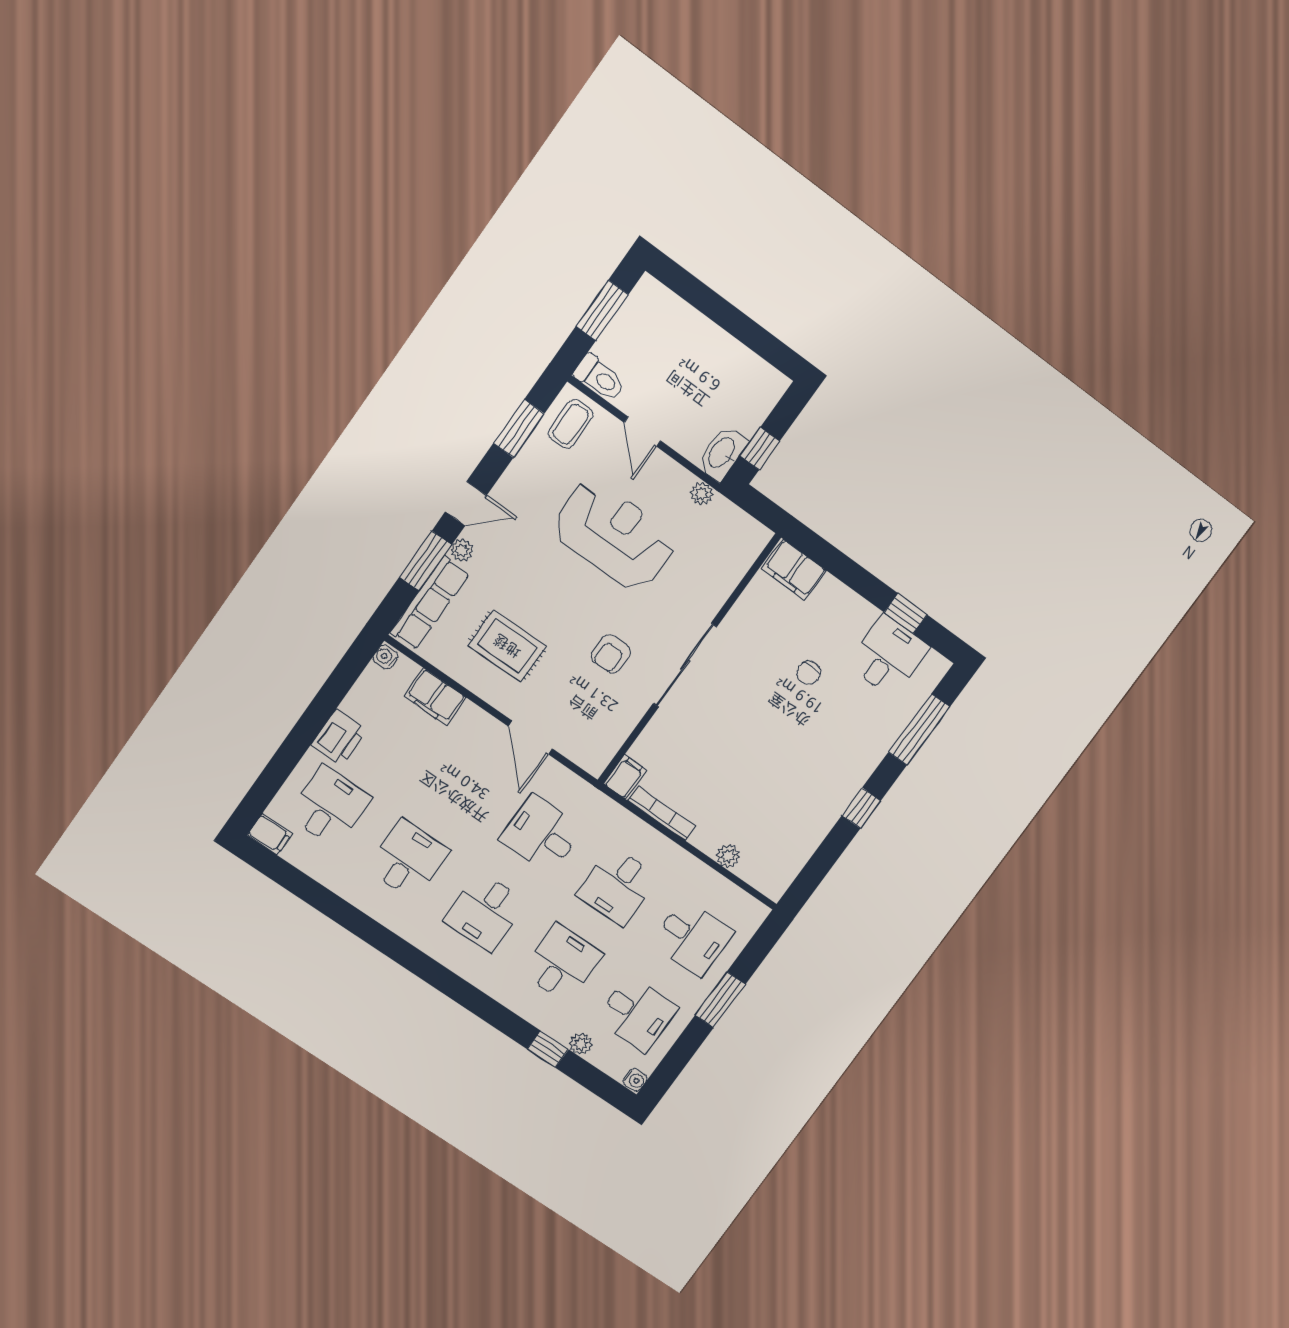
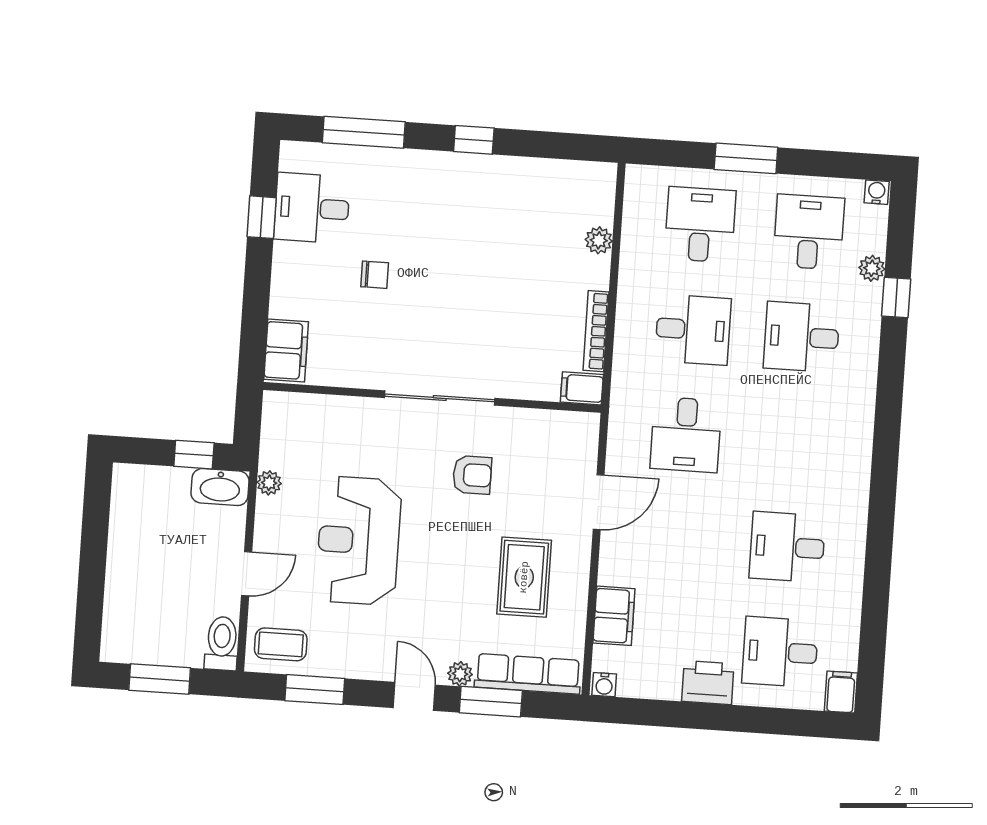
desk: (485, 912) -> (794, 442), removed

